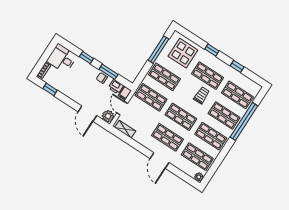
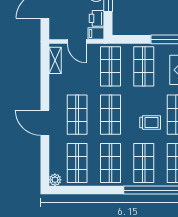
door: (122, 108) -> (77, 42), swing flipped
plant: (108, 116) -> (57, 31), removed
door: (160, 161) -> (45, 123), hinge flipped

